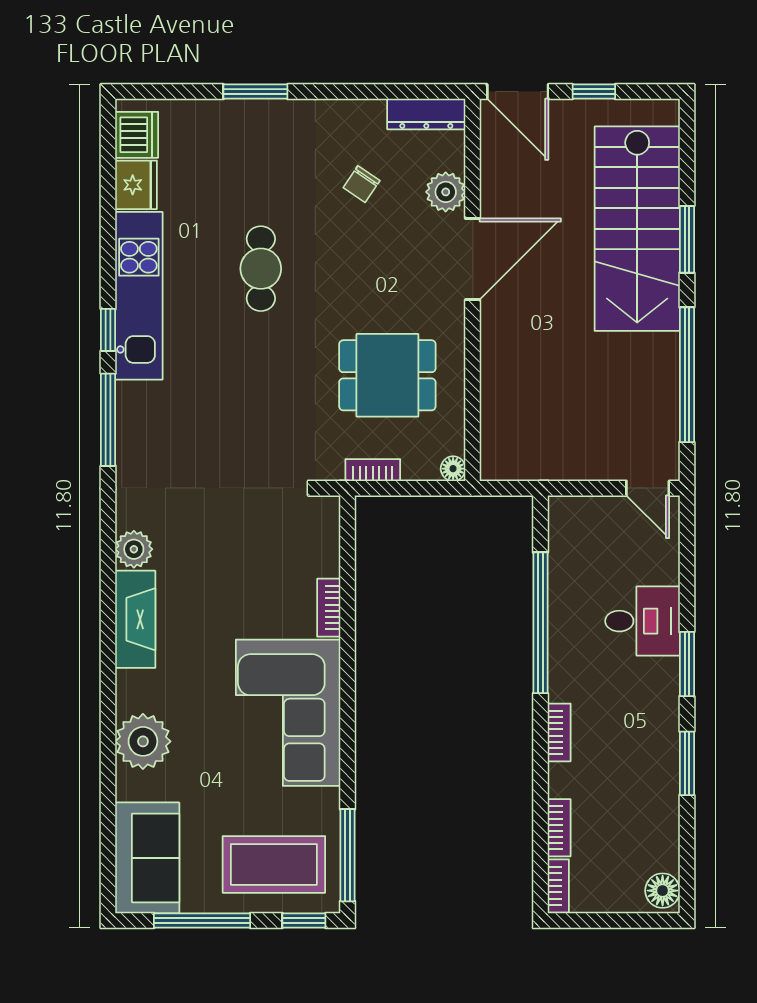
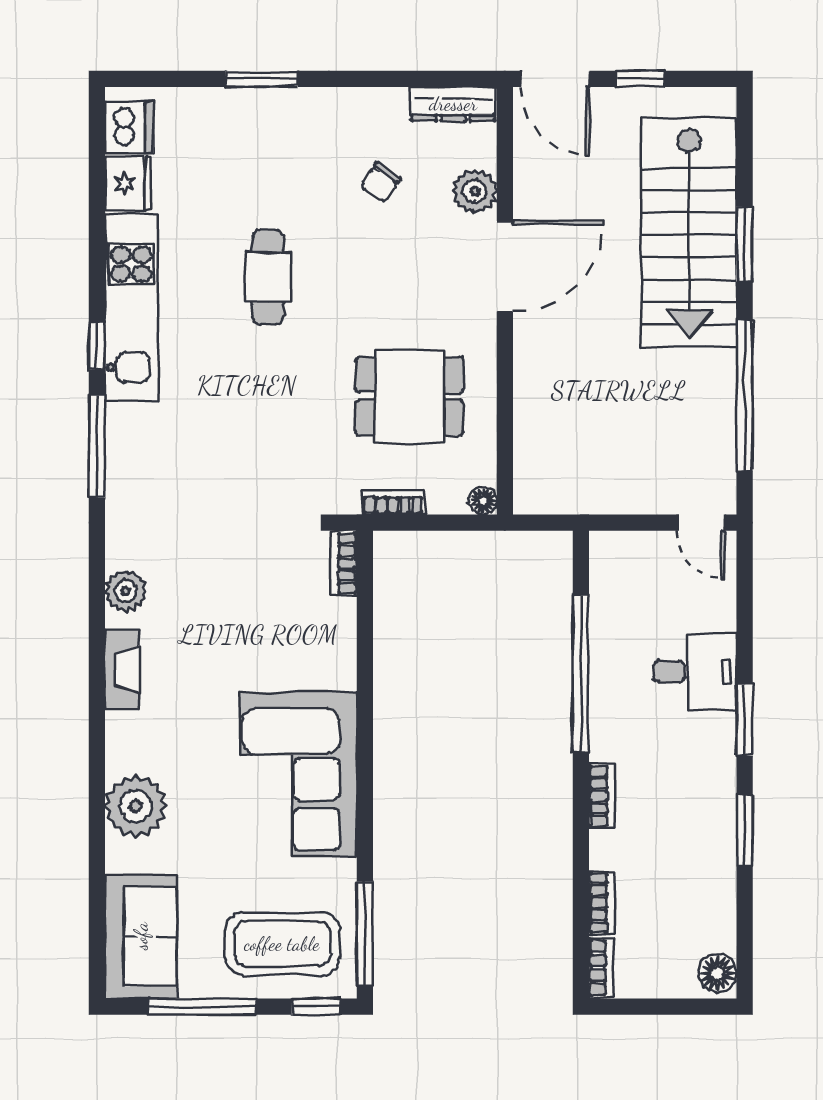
bookcase: (329, 608) -> (344, 563), moved
fireplace: (135, 619) -> (122, 669), width x0.73, depth x0.76

